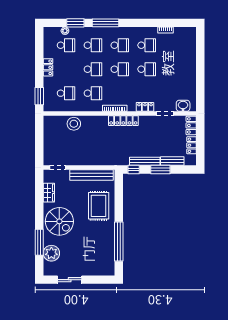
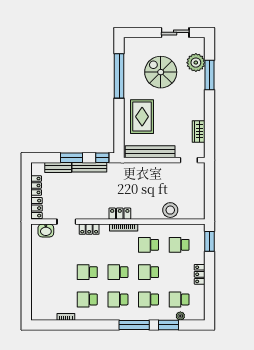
locker: (123, 121) -> (120, 214), width x0.66
spiral stairs: (59, 221) -> (161, 72), moved

